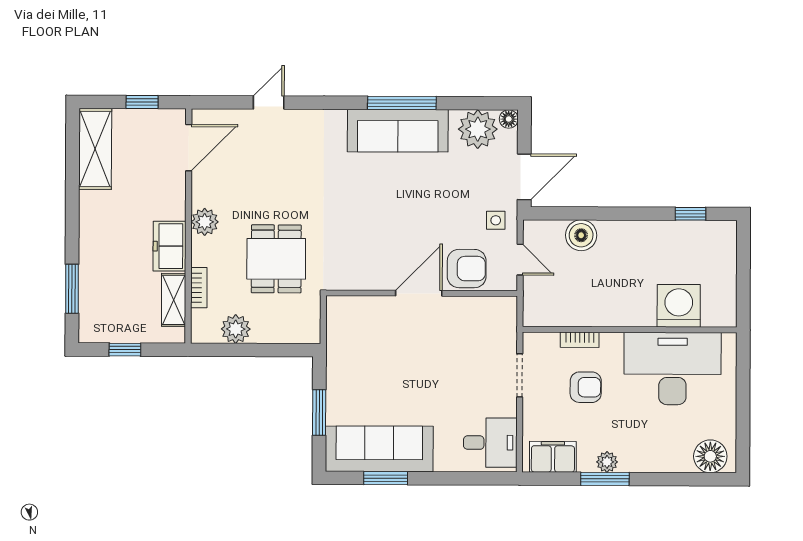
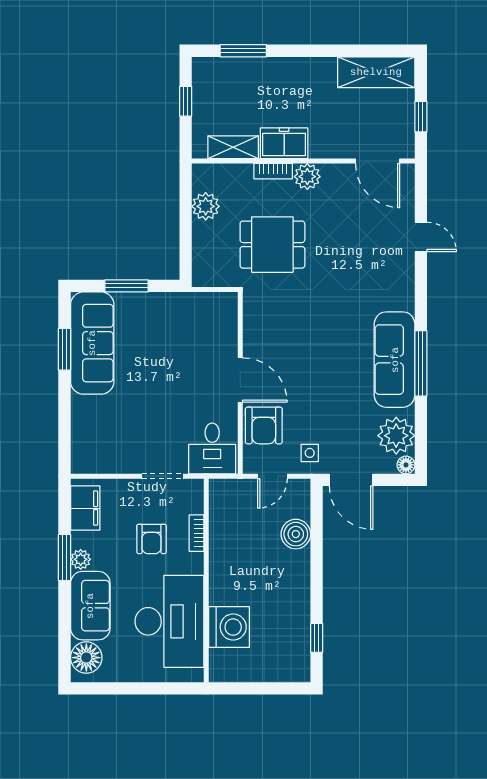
bookcase: (199, 288) -> (273, 171), moved
desk: (490, 443) -> (212, 448), moved
sofa: (656, 452) -> (90, 606), added

